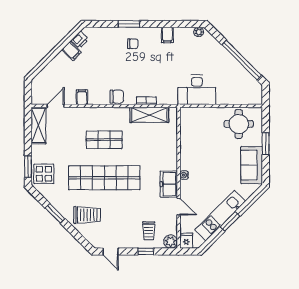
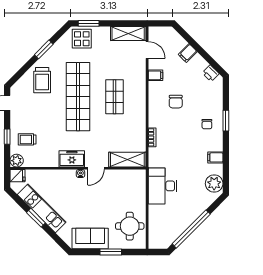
plant: (199, 32) -> (214, 184), width x1.87, depth x1.87
filing cabinet: (71, 51) -> (188, 53), moved
chair: (117, 97) -> (176, 102), moved
shelving: (149, 115) -> (127, 160), moved, turned 90
door: (179, 207) -> (96, 168), moved

